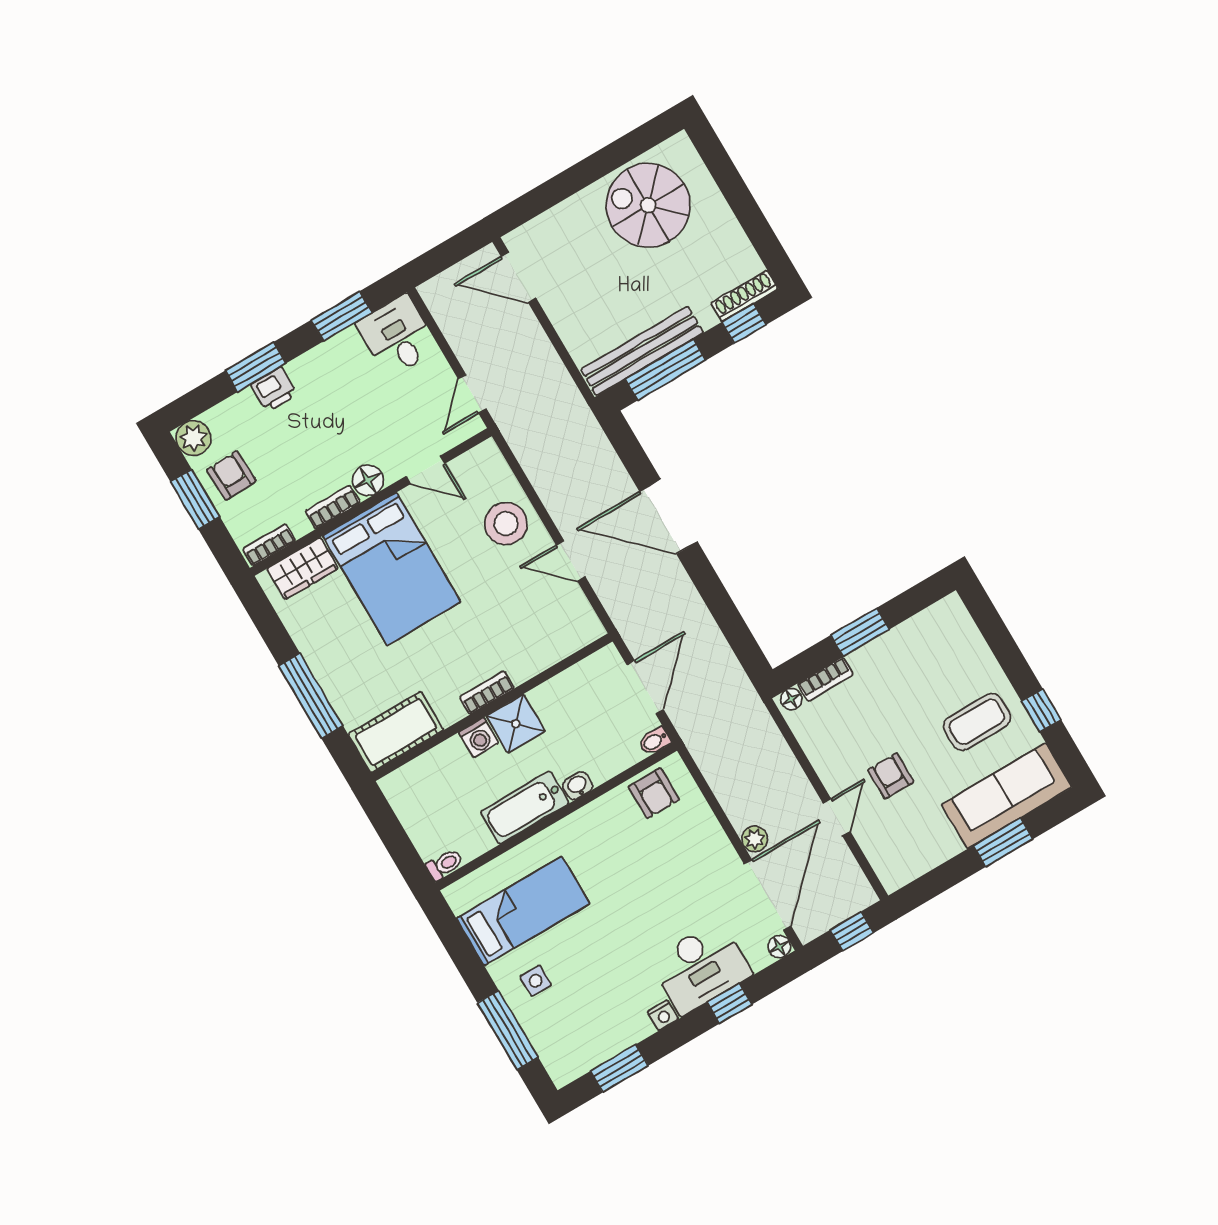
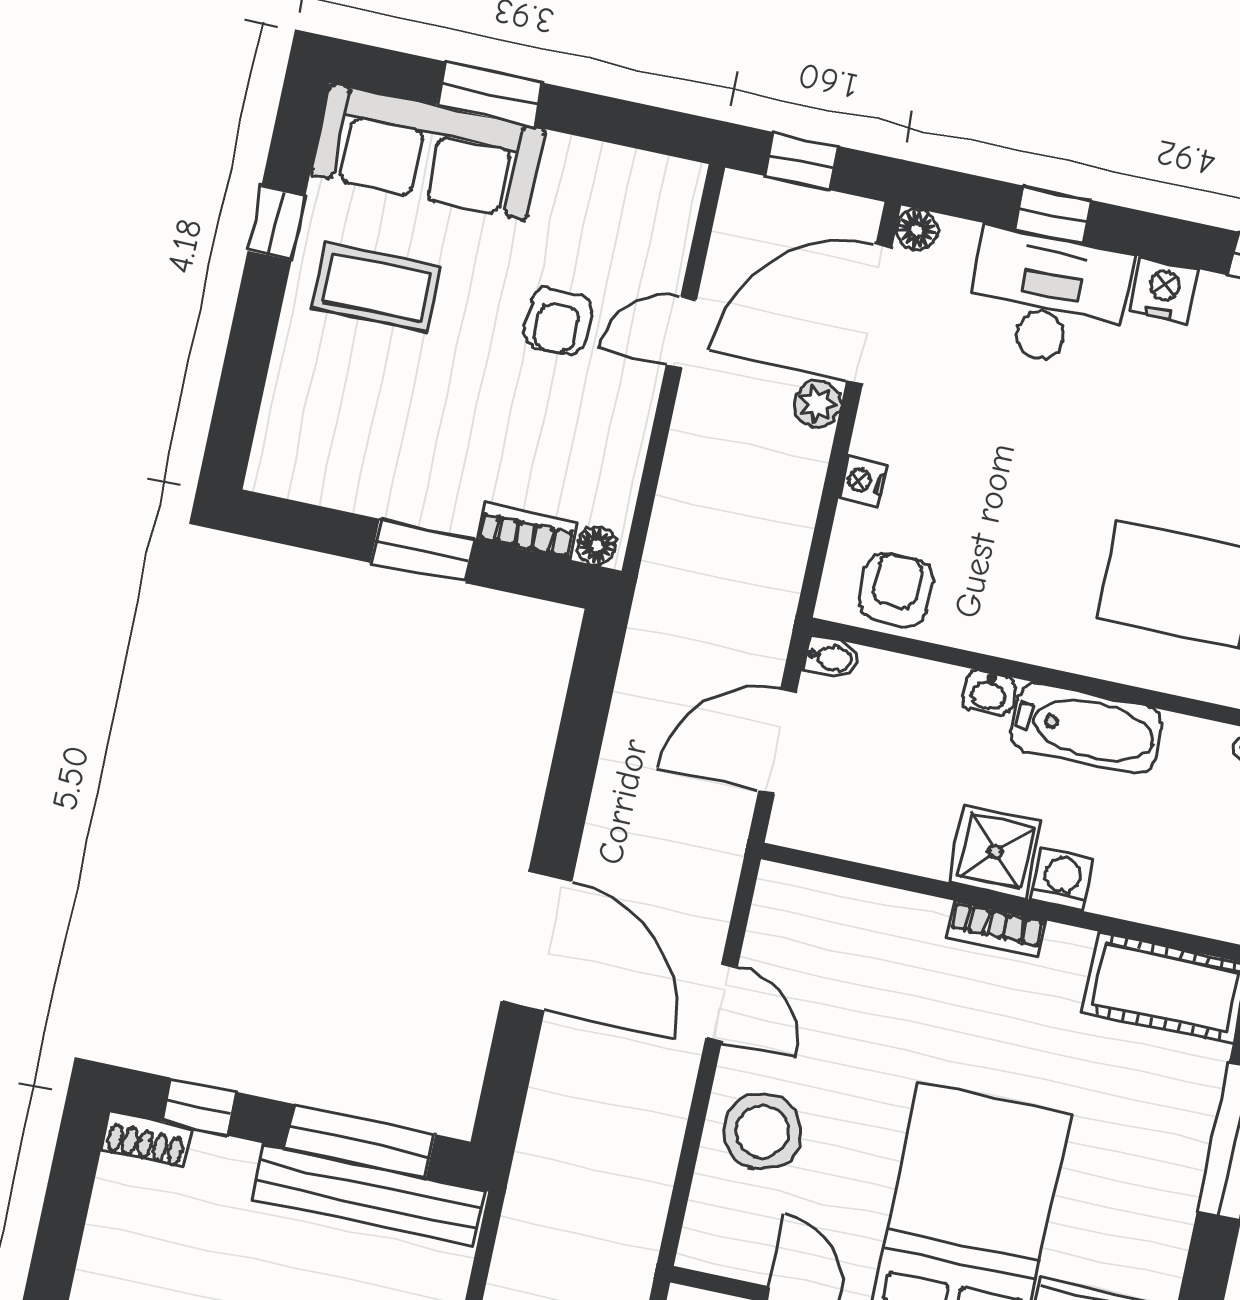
shoe rack: (744, 296) -> (146, 1139), width x0.70
nightstand: (708, 825) -> (863, 481), added
nightstand: (663, 1015) -> (1164, 290), width x1.39, depth x1.35

